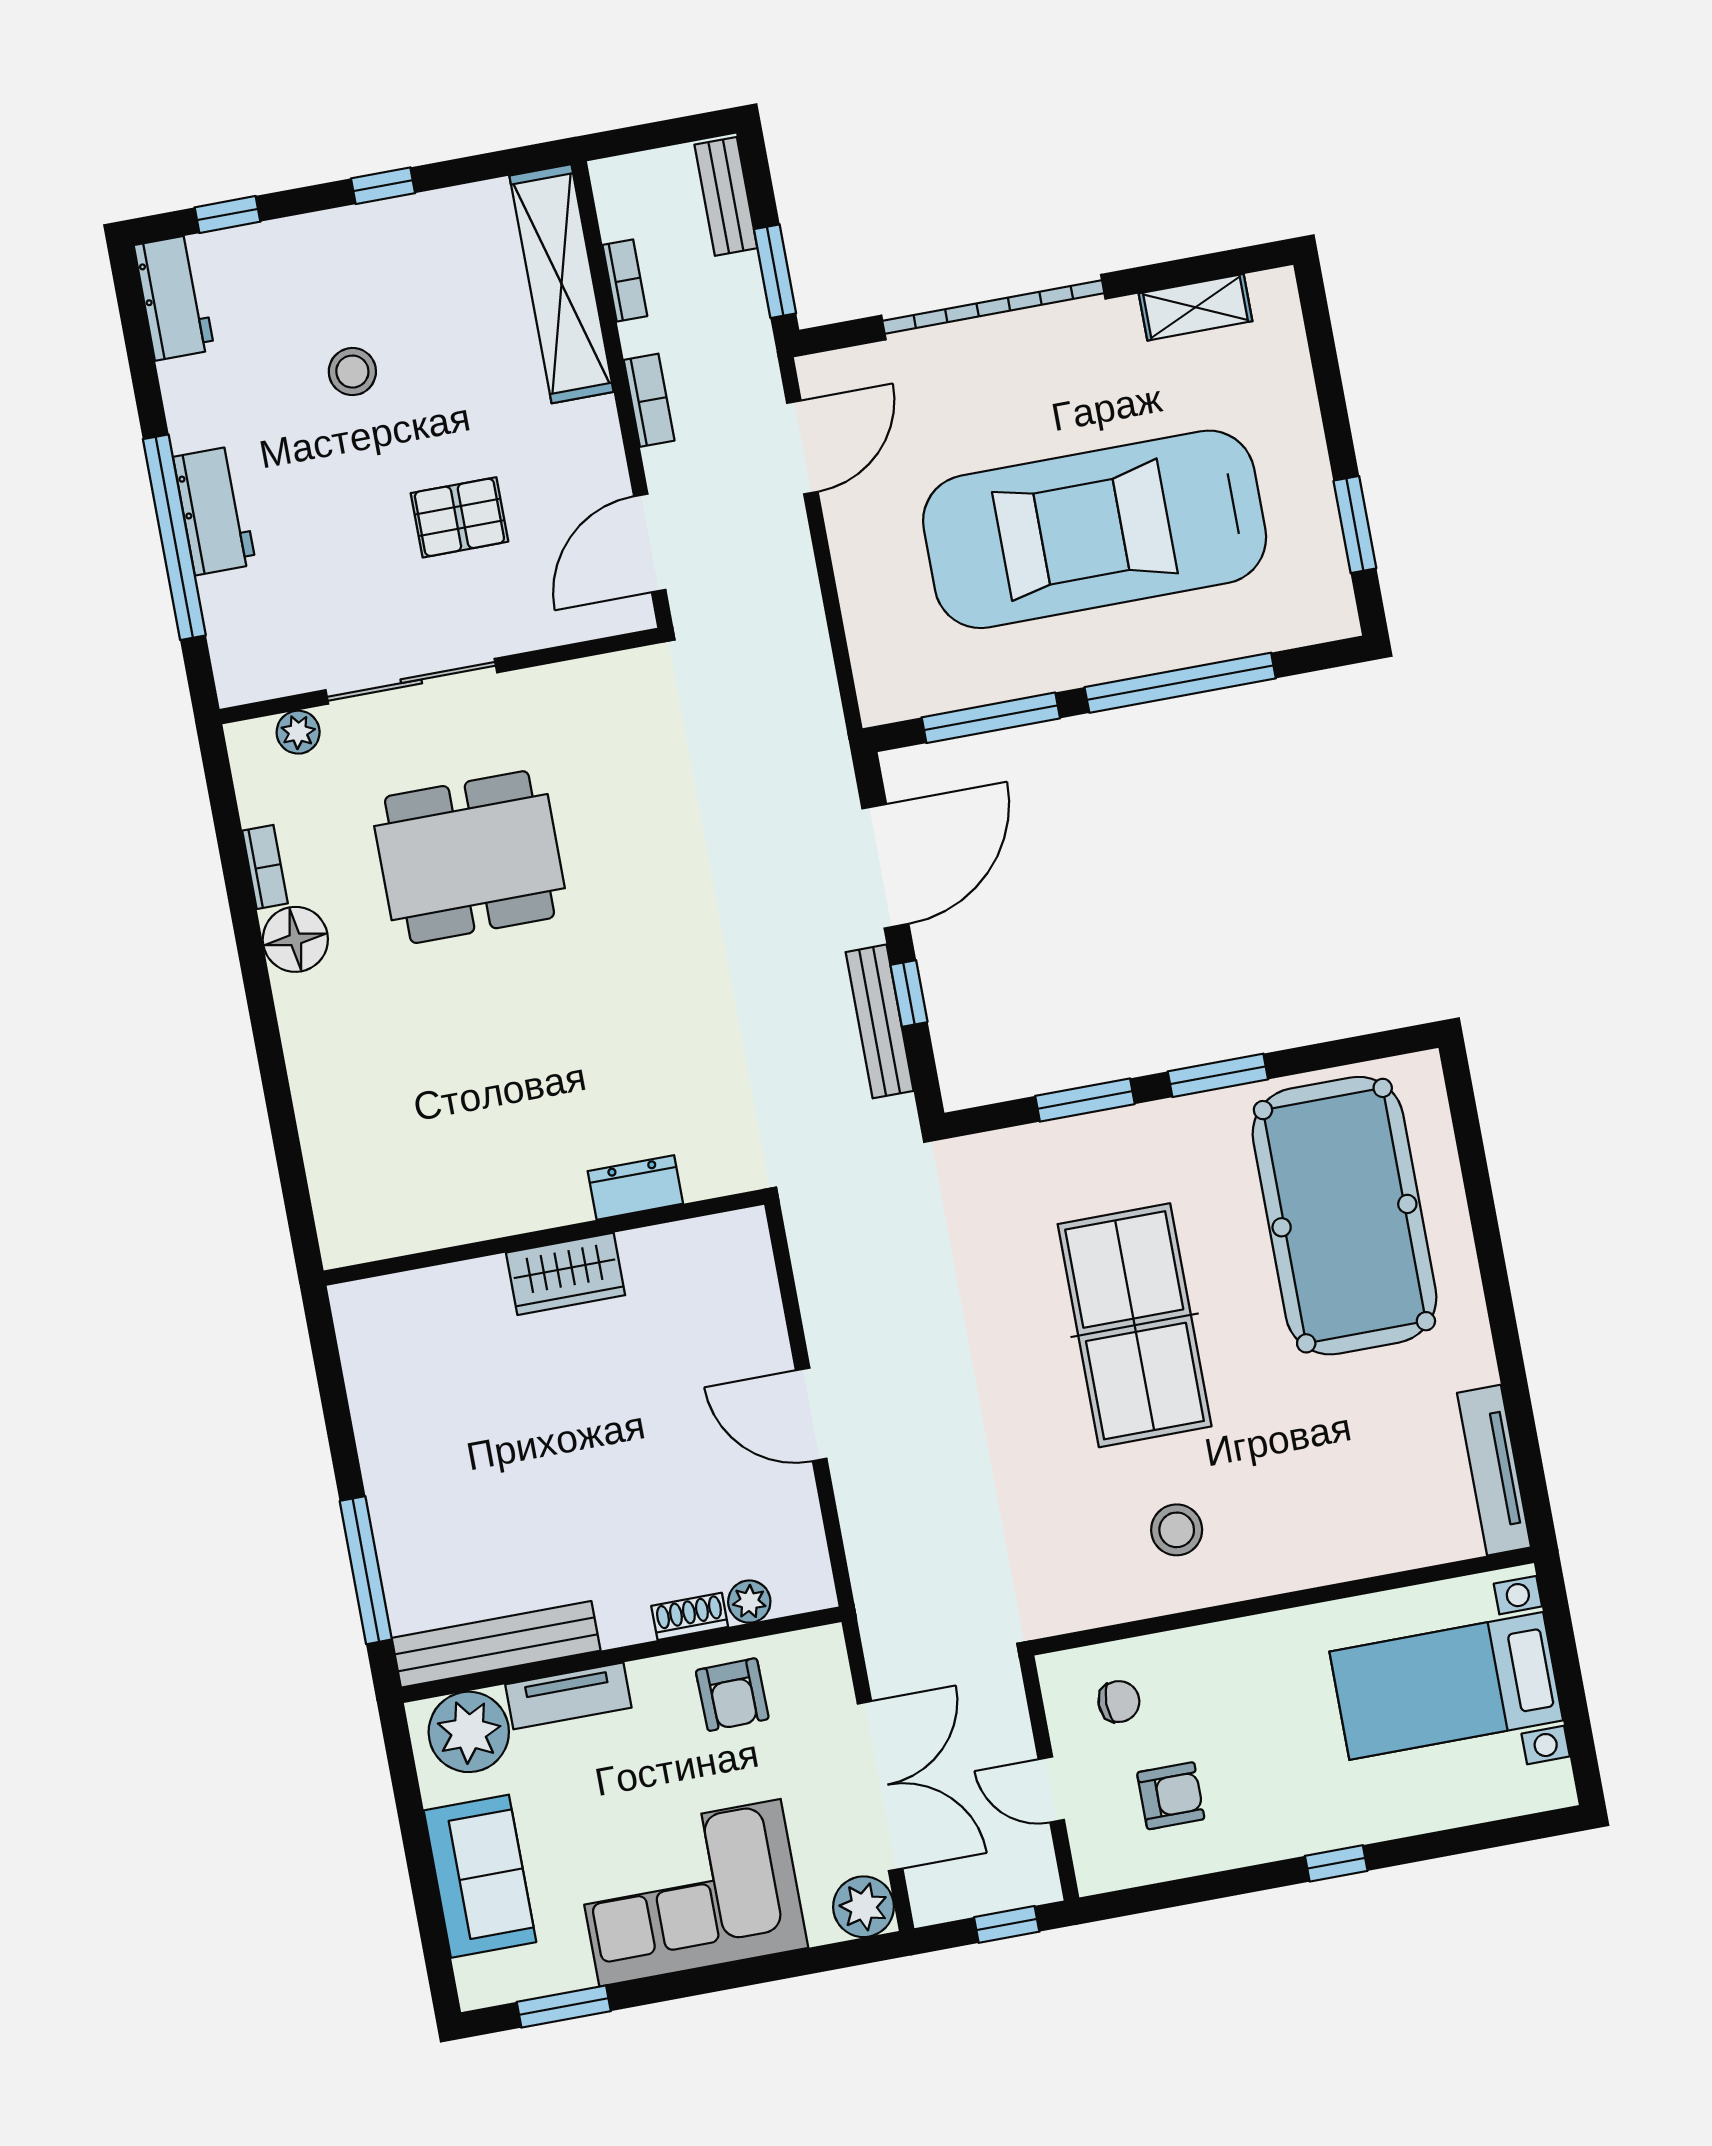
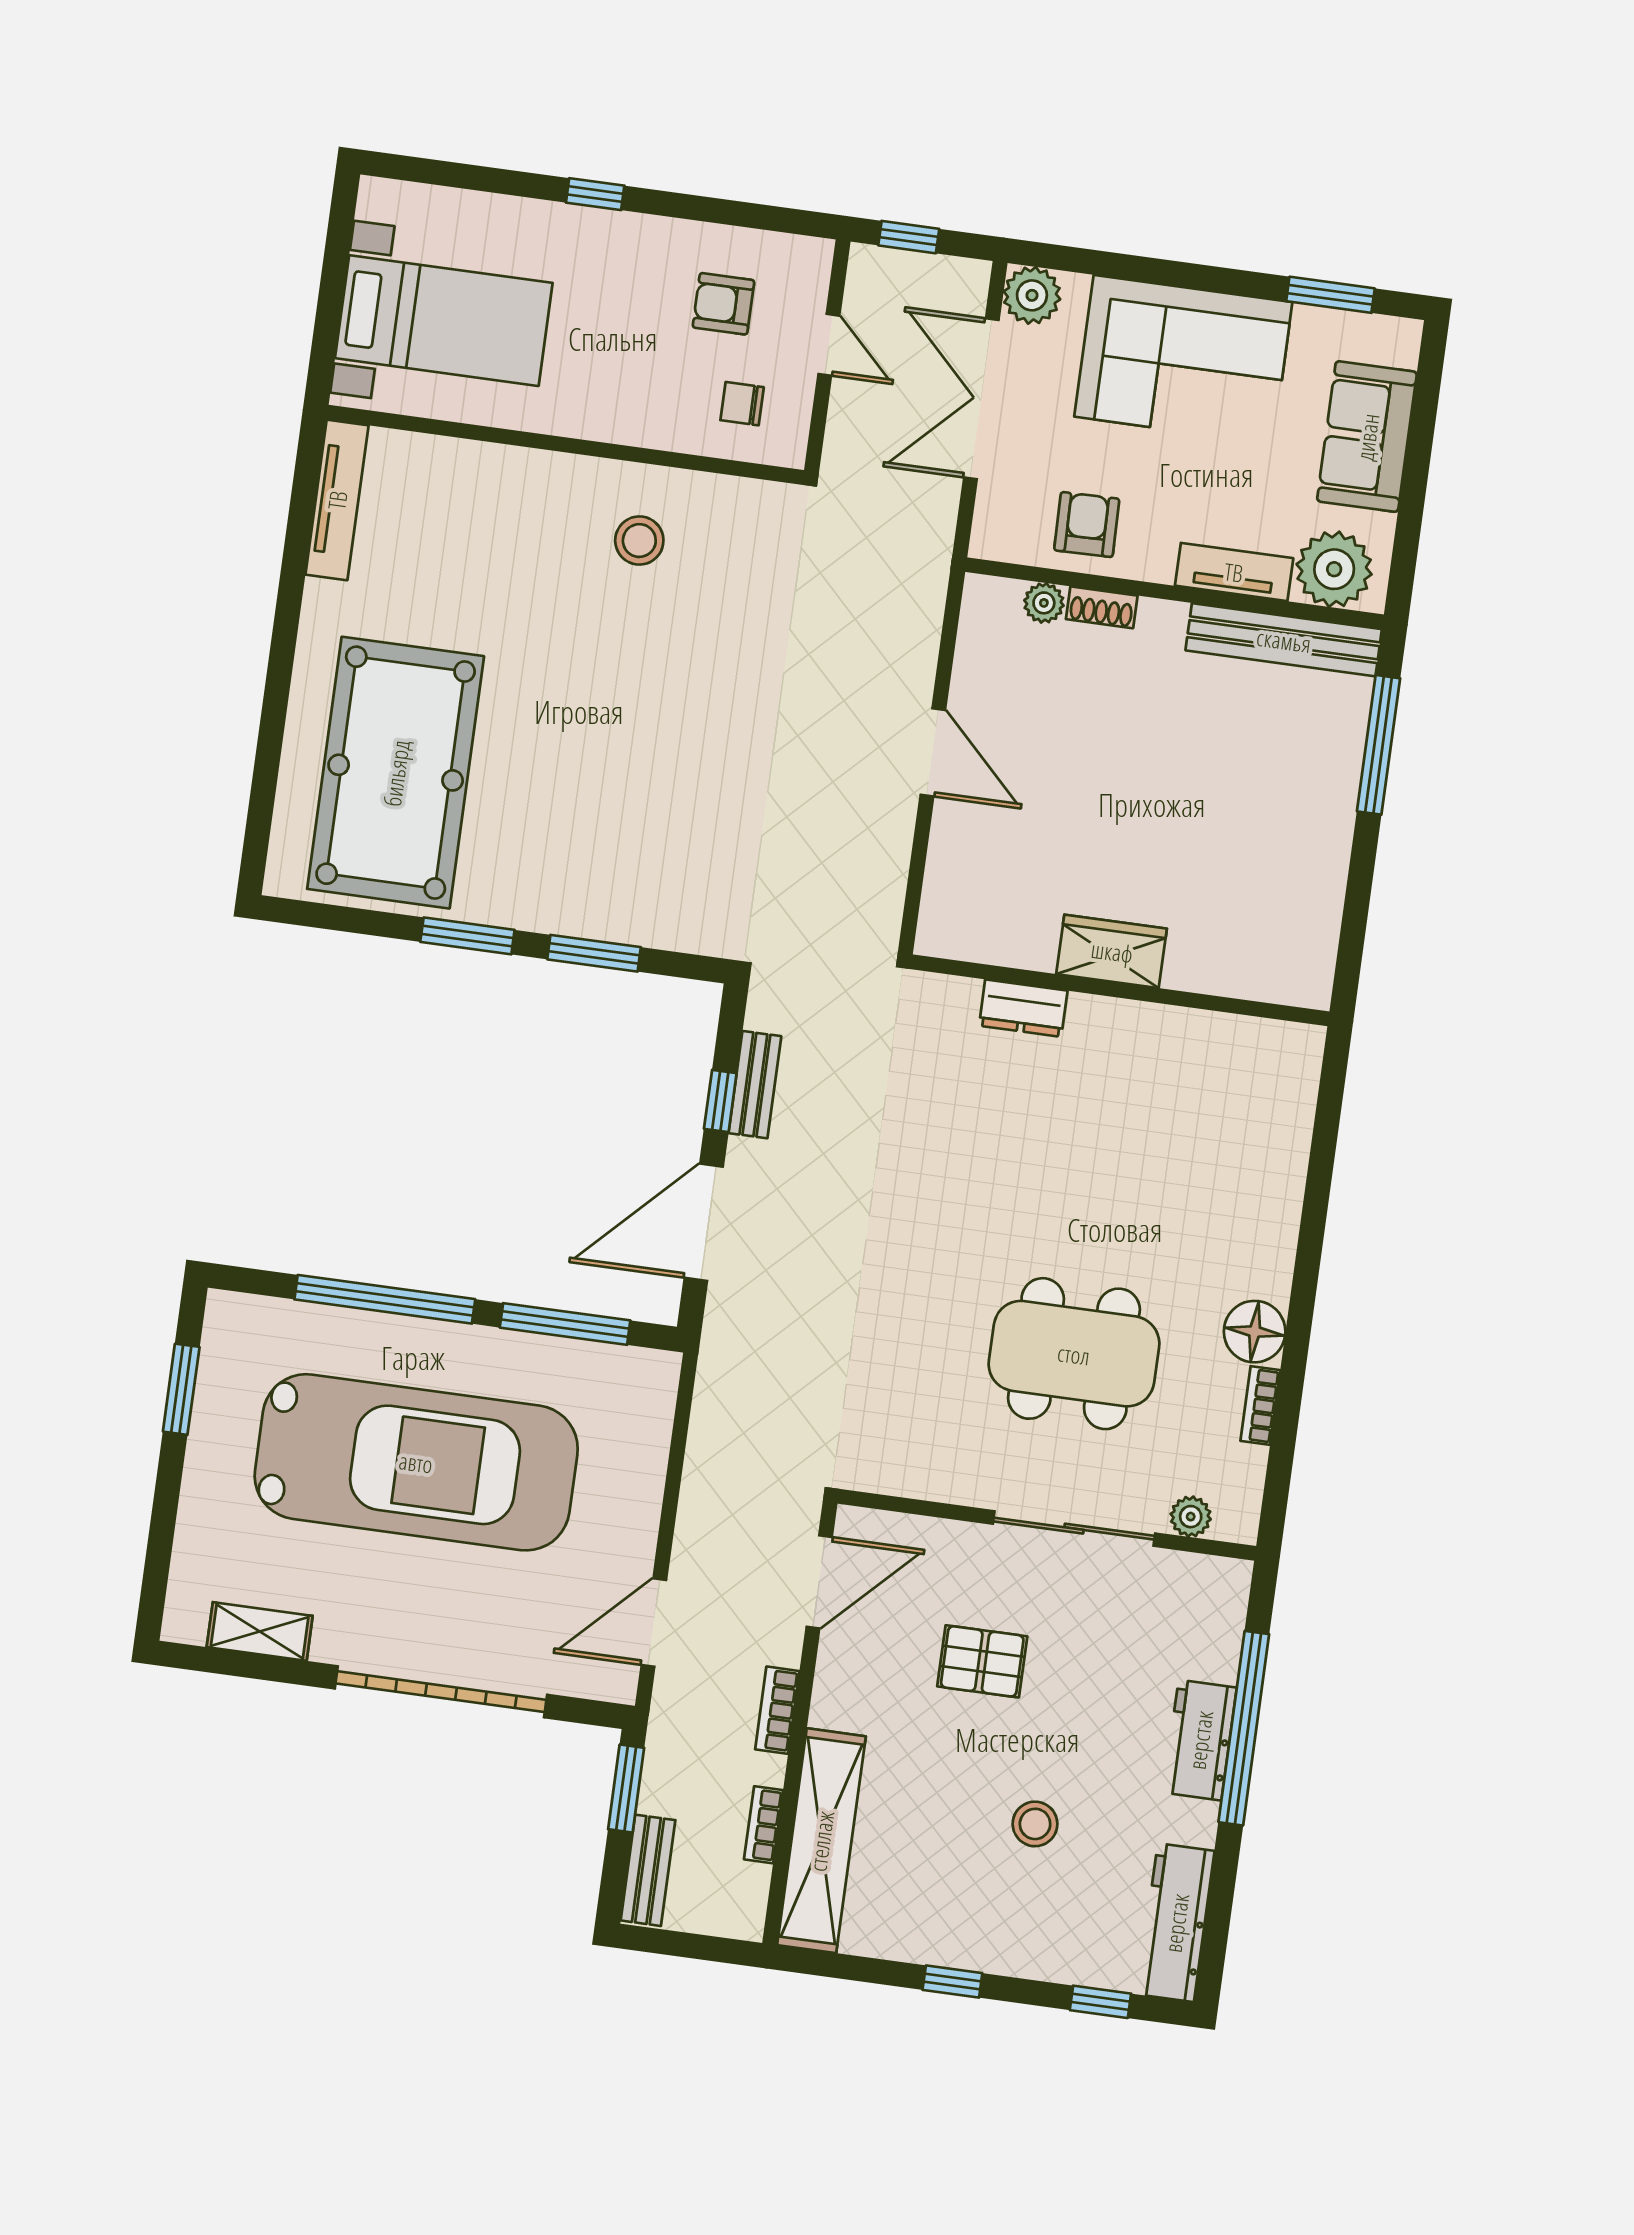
workbench: (174, 298) -> (1176, 1923), width x1.38
bench: (880, 1021) -> (755, 1085), width x0.73
table tennis table: (1135, 1325) -> (616, 736), removed

